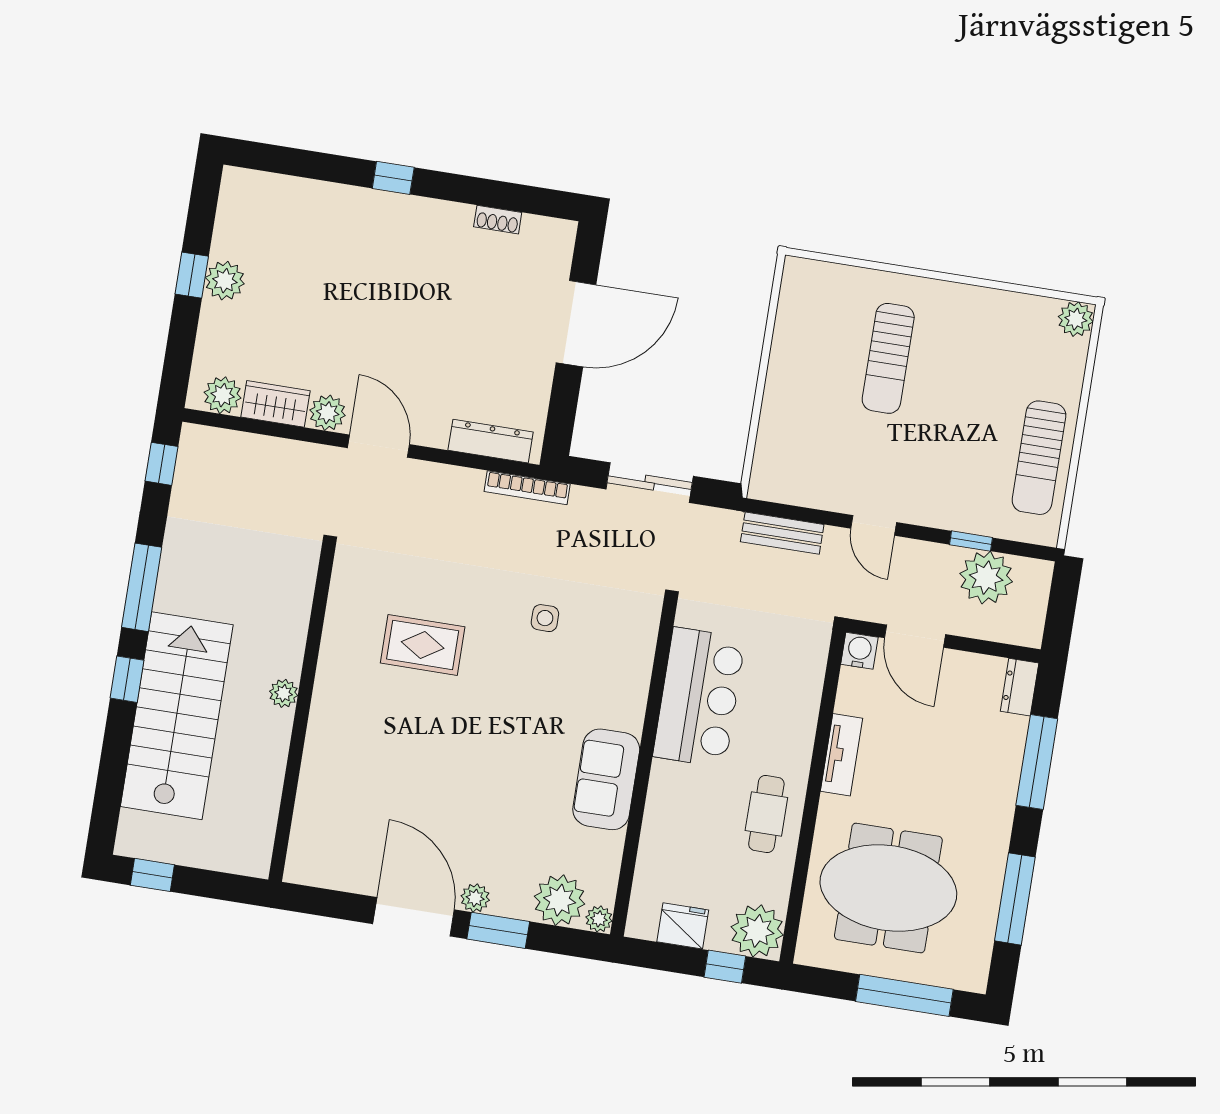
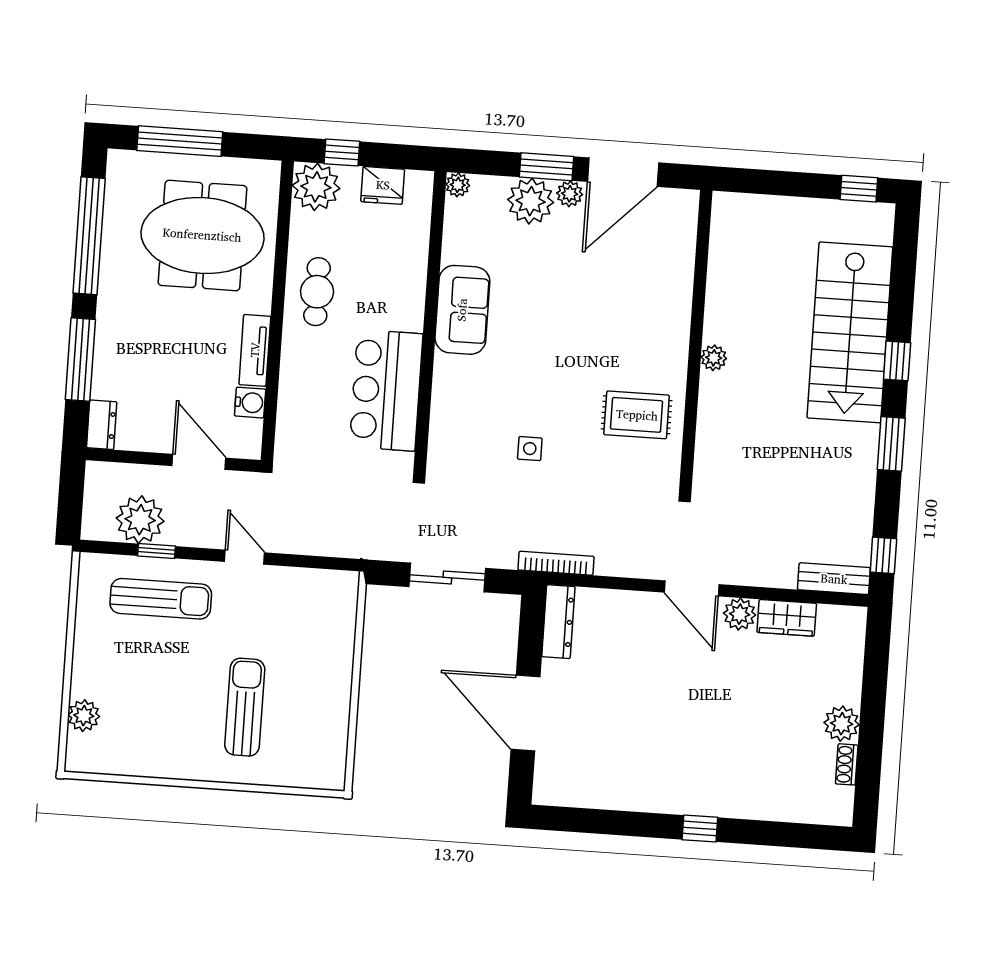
shoe rack: (498, 220) -> (847, 764), moved, turned -90
window: (192, 275) -> (872, 726), removed
plant: (1076, 319) -> (84, 716), moved
door: (576, 324) -> (525, 713), hinge flipped
plant: (223, 395) -> (835, 621), removed
dresser: (491, 441) -> (558, 622), moved, turned -90
sun lounger: (1039, 458) -> (161, 599), moved, turned 90
bench: (782, 533) -> (834, 579), moved
window: (142, 587) -> (891, 444), width x0.69
water cooler: (859, 651) -> (250, 403), moved, turned -90
plant: (284, 693) -> (714, 358), moved
wall: (302, 715) -> (696, 340), moved
window: (1015, 899) -> (89, 236), width x1.46
plant: (560, 900) -> (531, 201), moved
door: (414, 917) -> (623, 172), hinge flipped

